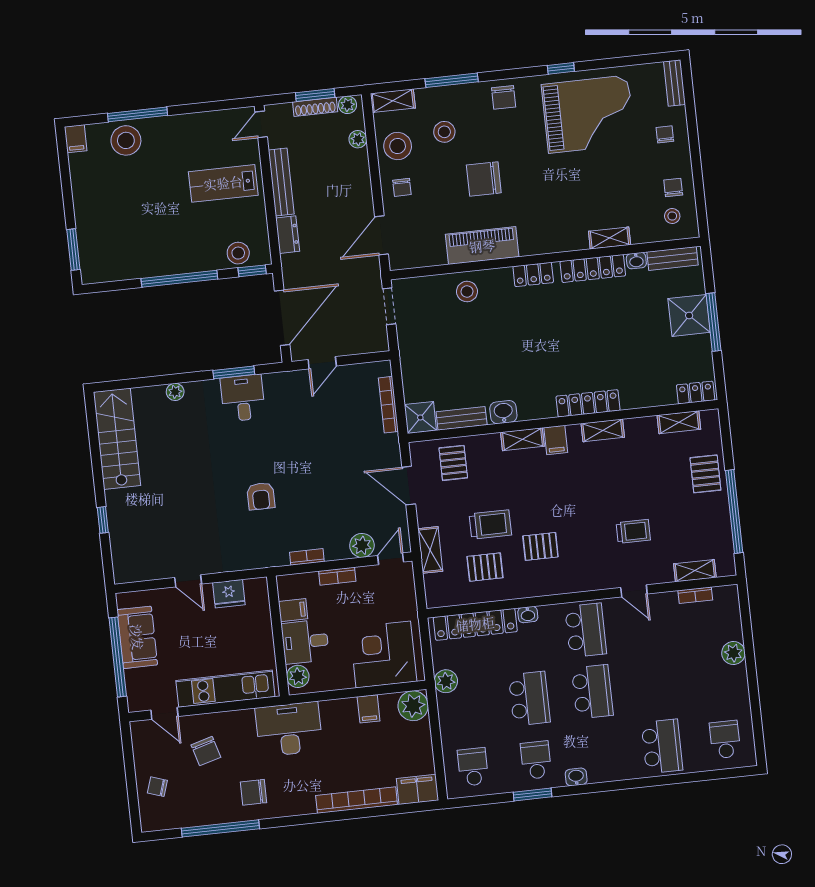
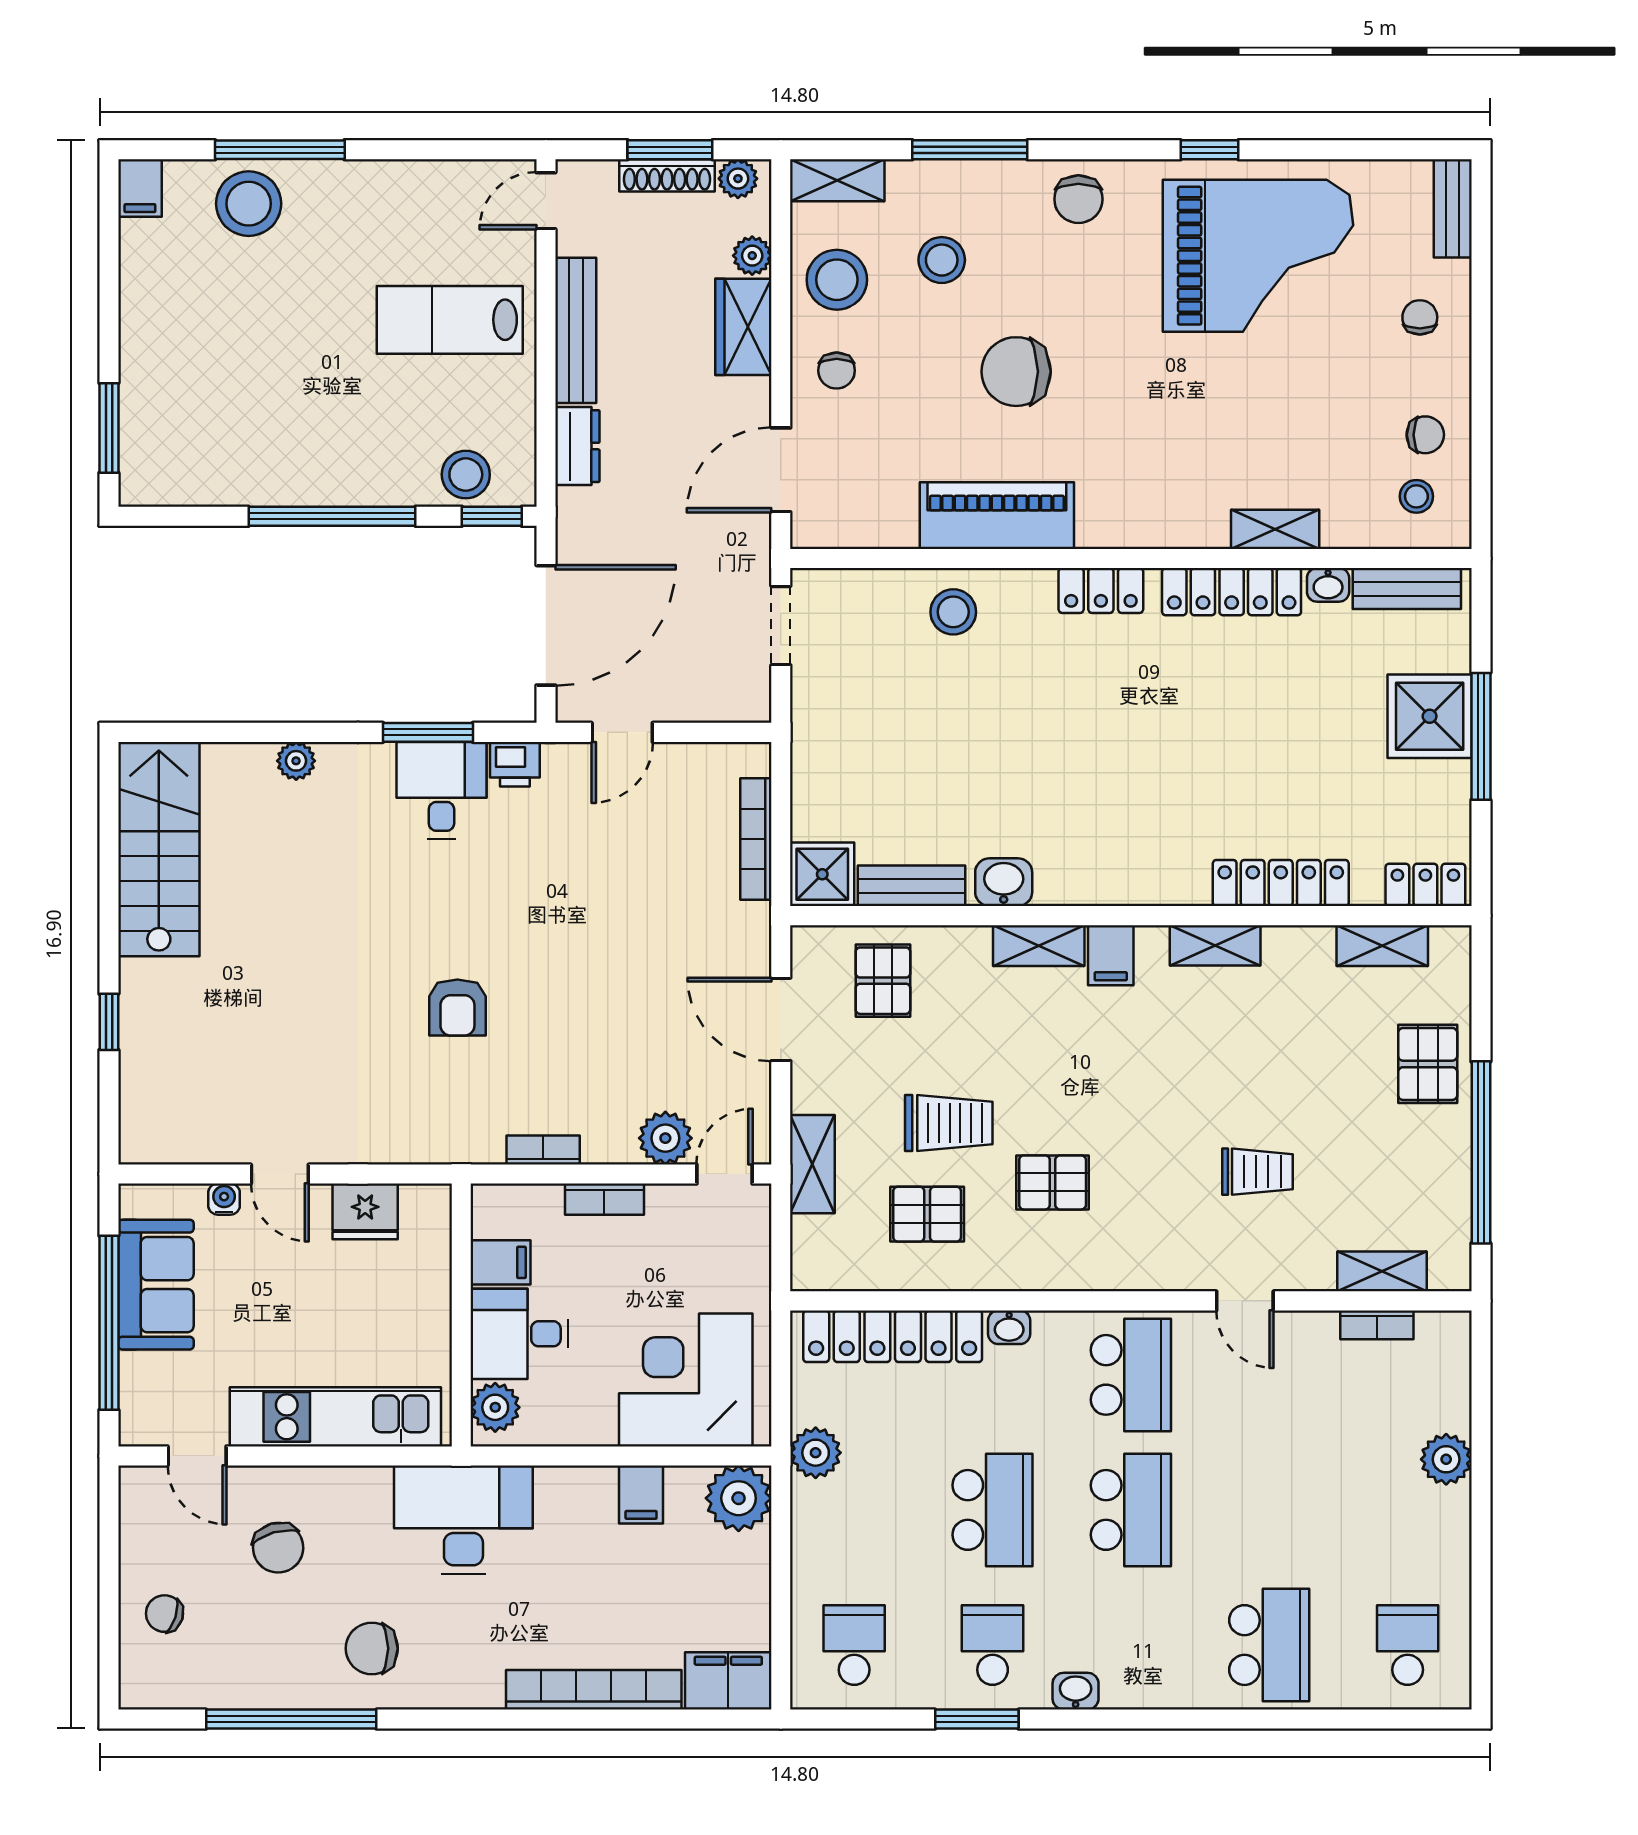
wardrobe: (357, 172) -> (743, 327), added
chair: (673, 188) -> (1425, 435), turned 90
printer: (275, 383) -> (515, 764), added
locker: (588, 403) -> (1281, 883), moved
water cooler: (164, 595) -> (224, 1199), added

